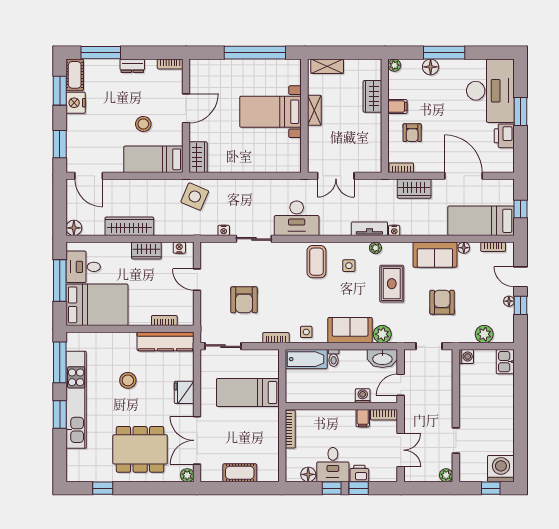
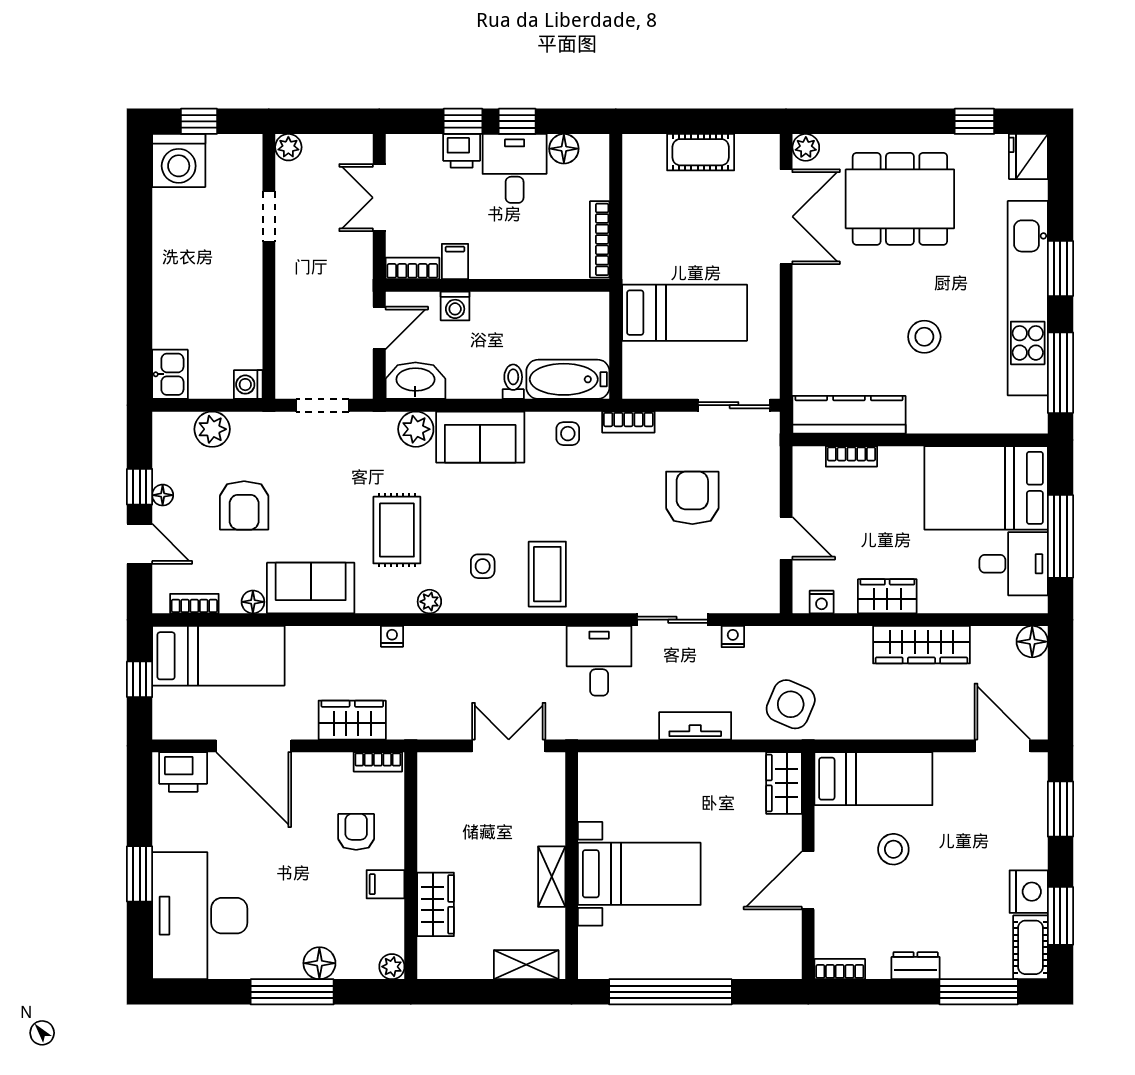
printer: (504, 136) -> (183, 772), moved, turned 90
desk: (297, 218) -> (599, 661), width x0.73
tv unit: (369, 229) -> (695, 726), moved, turned 180
armchair: (442, 302) -> (244, 505), moved
fridge: (184, 392) -> (1028, 157), moved, turned 180

